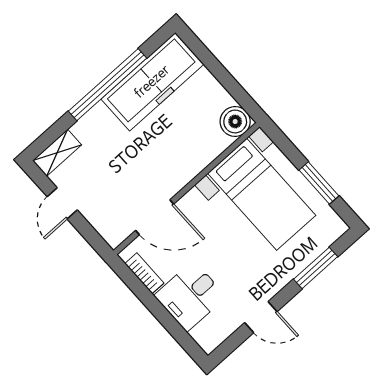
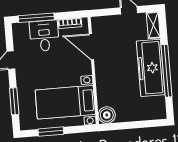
freezer: (152, 82) -> (151, 68), moved
door: (155, 217) -> (91, 47), hinge flipped
window: (173, 327) -> (36, 18), added

